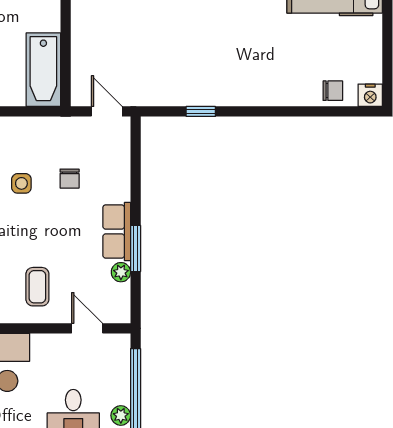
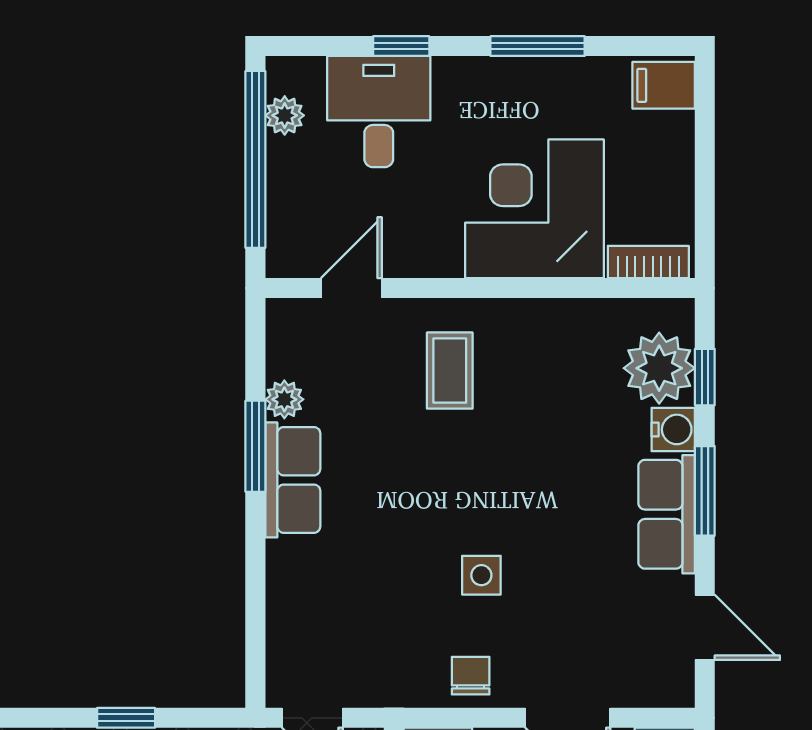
chair: (70, 179) -> (471, 676), moved
door: (87, 328) -> (351, 288), swing flipped

